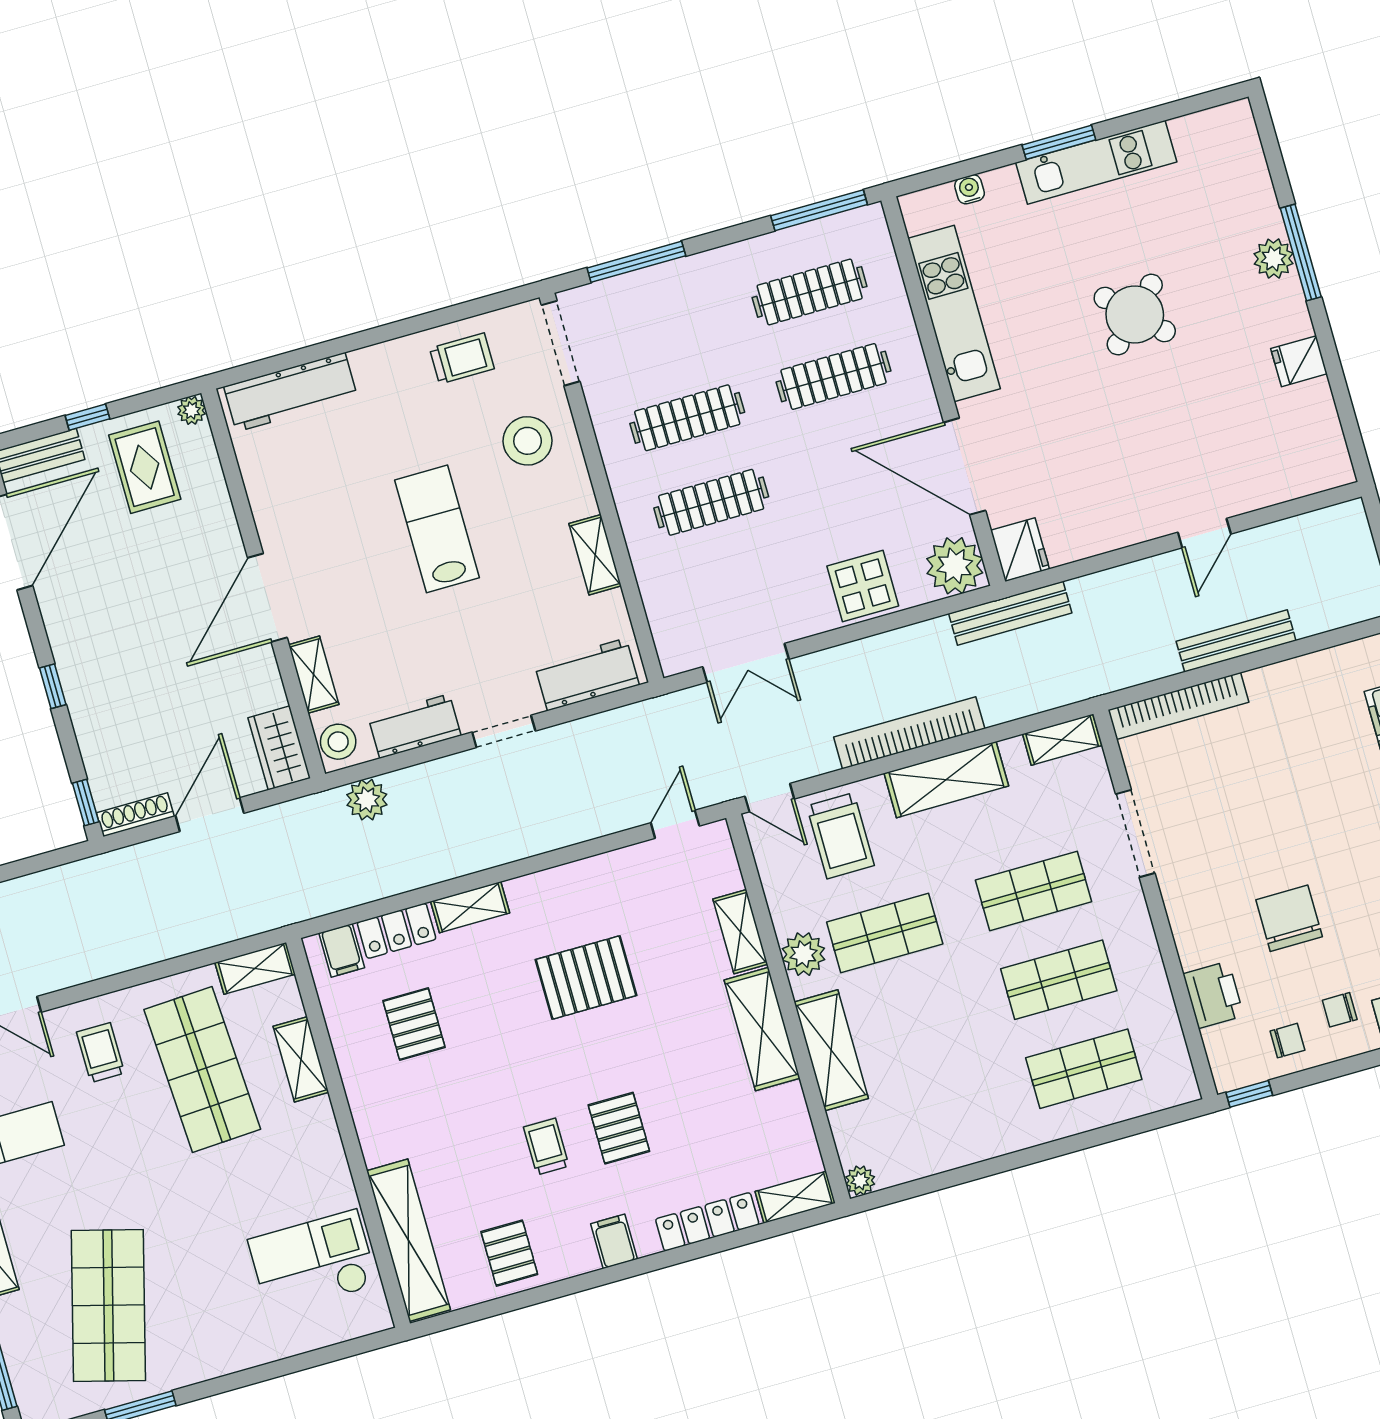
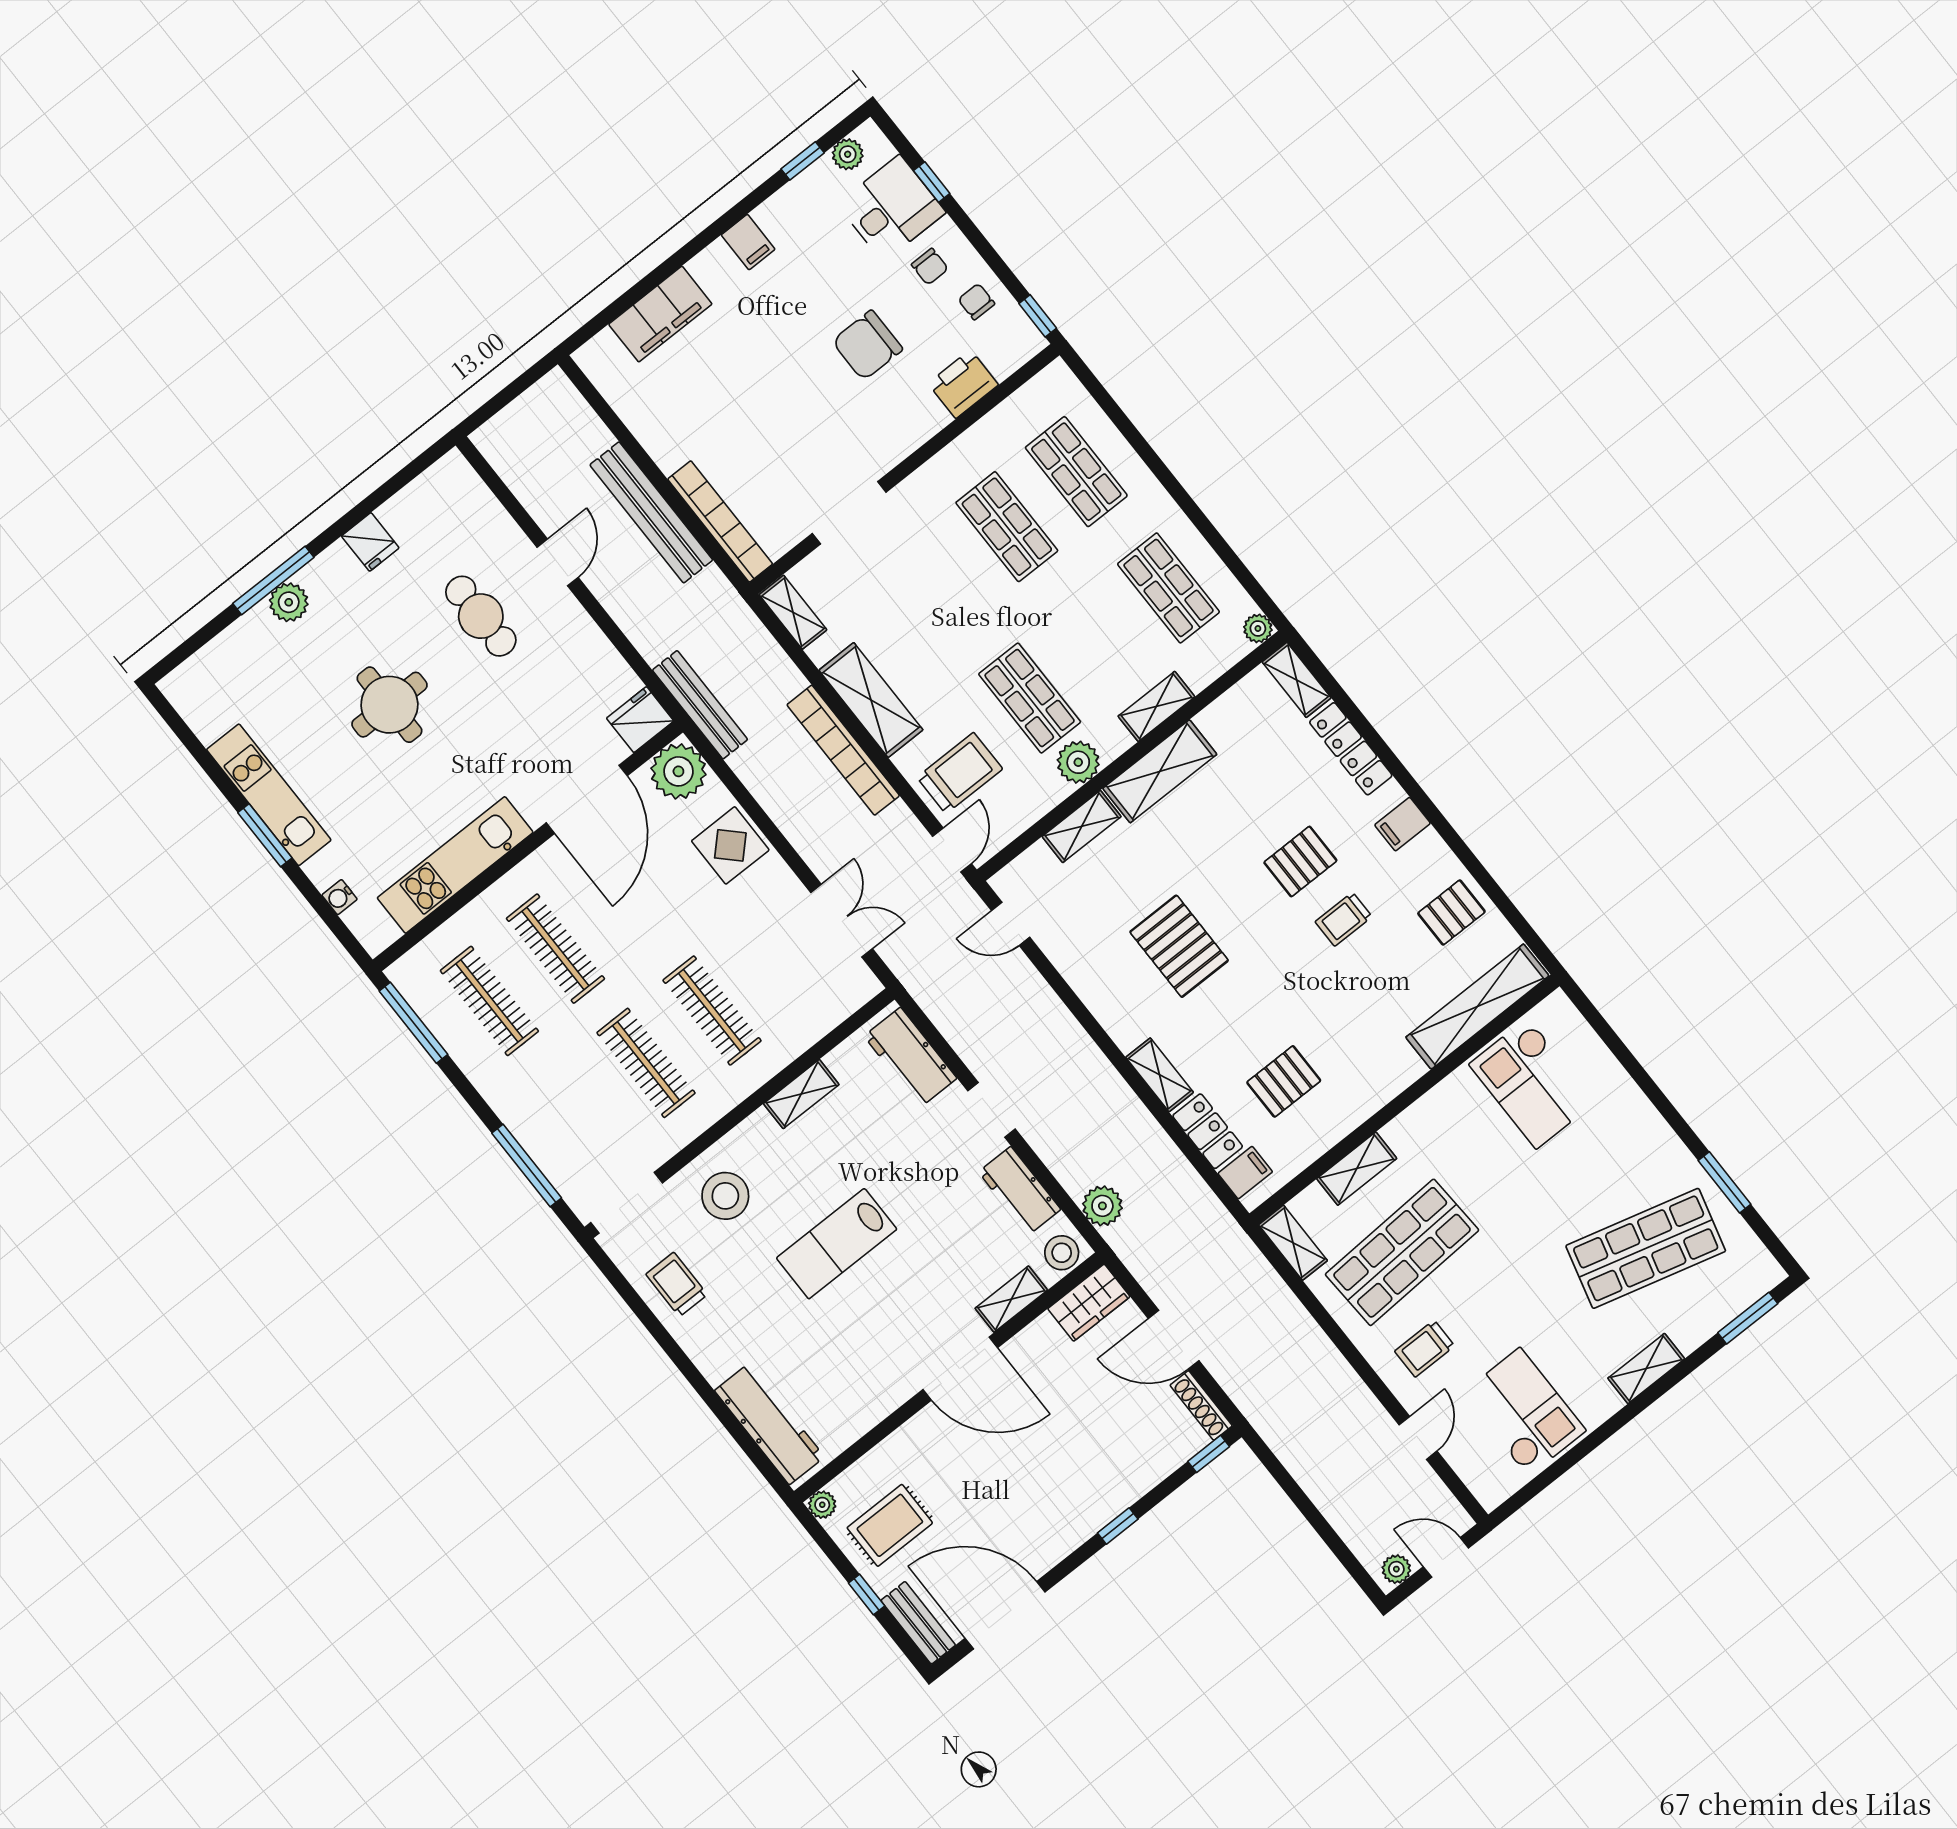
round table: (1135, 314) -> (389, 705), turned 45
cafe table: (1183, 438) -> (481, 616), added
door: (1204, 533) -> (558, 562), hinge flipped
bench: (1236, 641) -> (651, 512), width x1.37, depth x1.21
shop shelf: (1034, 891) -> (1169, 588), moved
shelving: (831, 1050) -> (1156, 706), width x0.67, depth x0.75

